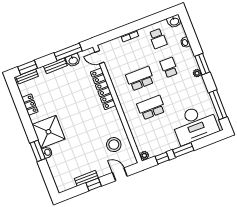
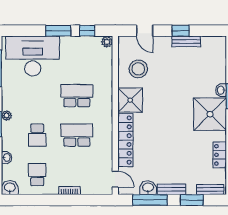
window: (28, 68) -> (192, 200), moved
school desk: (140, 79) -> (77, 135), turned 180
school desk: (151, 108) -> (77, 96), turned 180
shower: (111, 119) -> (130, 100), added

